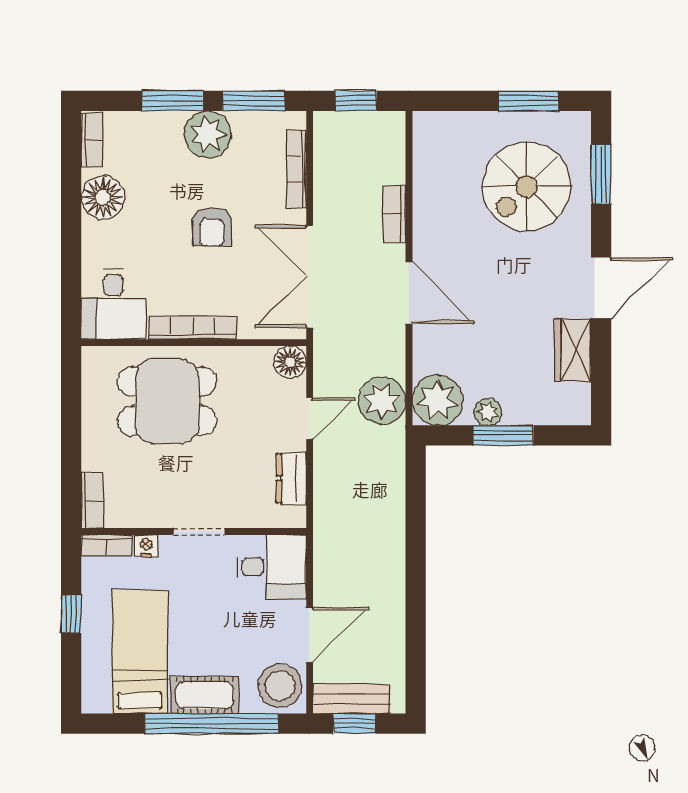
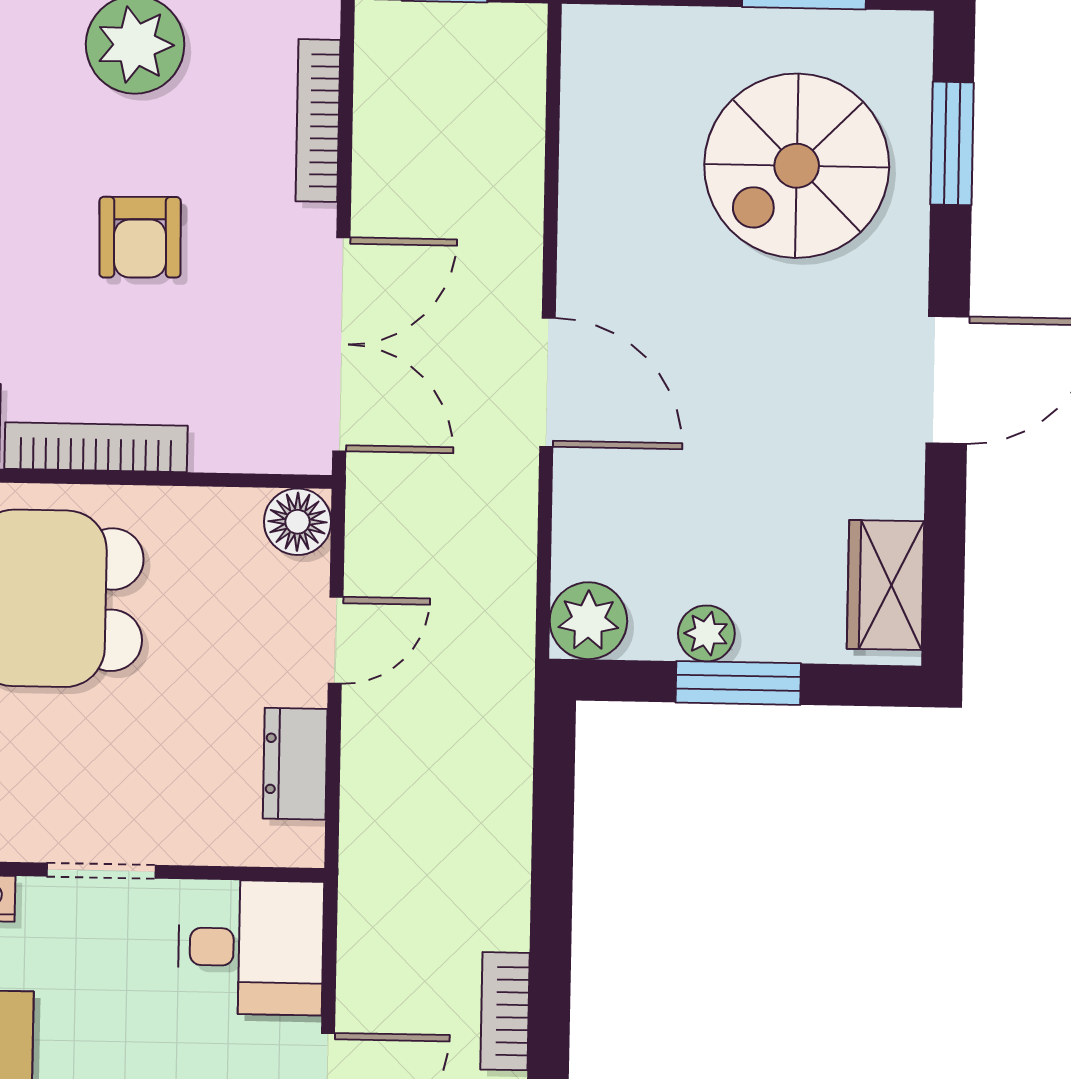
bookcase: (394, 214) -> (505, 1011), moved
double door: (310, 276) -> (341, 344), swing flipped
wardrobe: (573, 350) -> (885, 585), moved
plant: (438, 400) -> (588, 621), width x0.73, depth x0.73
plant: (382, 401) -> (487, 606), removed

